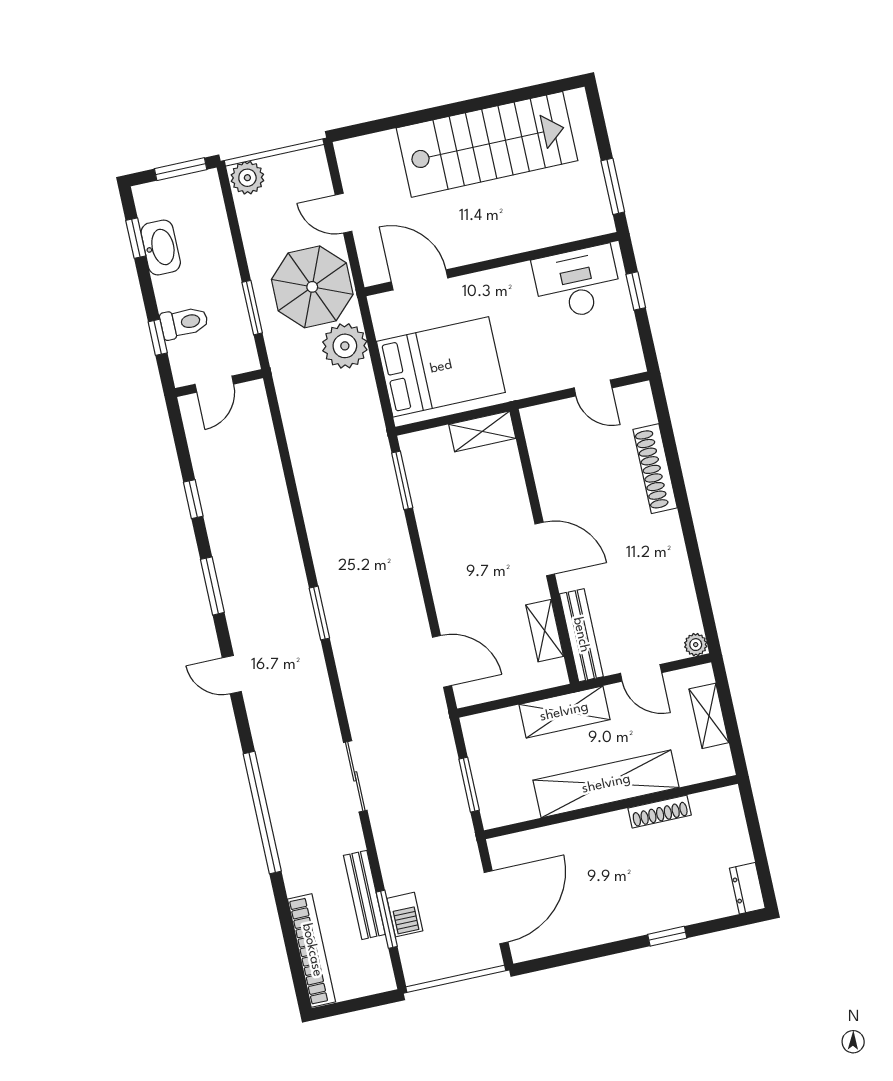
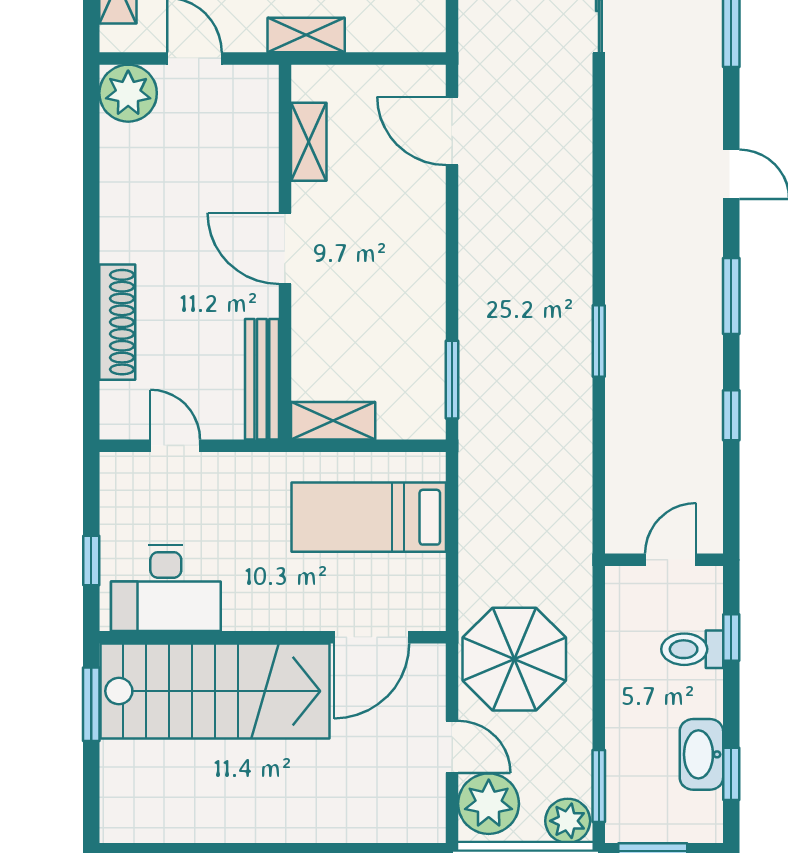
stairs: (487, 144) -> (215, 691), moved, turned 180
door: (420, 280) -> (372, 637), hinge flipped
window: (252, 308) -> (599, 786), moved
plant: (345, 346) -> (489, 804), moved
bed: (441, 367) -> (369, 517), width x0.67
window: (319, 613) -> (599, 341), moved
bench: (581, 635) -> (262, 379), moved
plant: (696, 645) -> (128, 93), width x1.88, depth x1.88
shelving: (564, 712) -> (306, 35), width x0.67, depth x0.75

